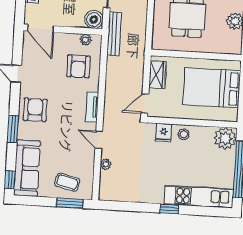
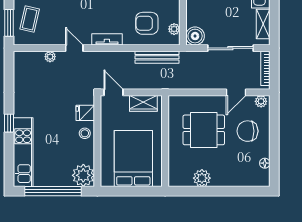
bench: (114, 34) -> (157, 57), moved
door: (99, 140) -> (74, 48), hinge flipped

